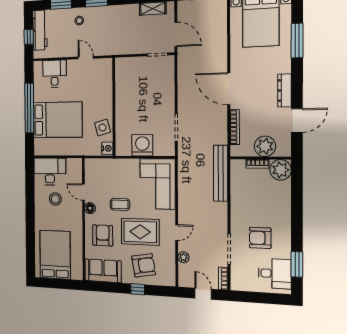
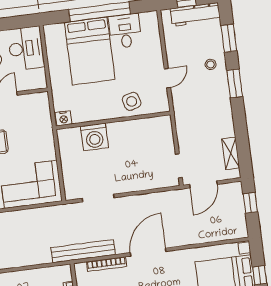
desk: (55, 74) -> (125, 31), moved, turned -90
side table: (103, 128) -> (132, 101), moved
washing machine: (142, 145) -> (94, 137), moved, turned 90
bench: (221, 173) -> (83, 251), moved

